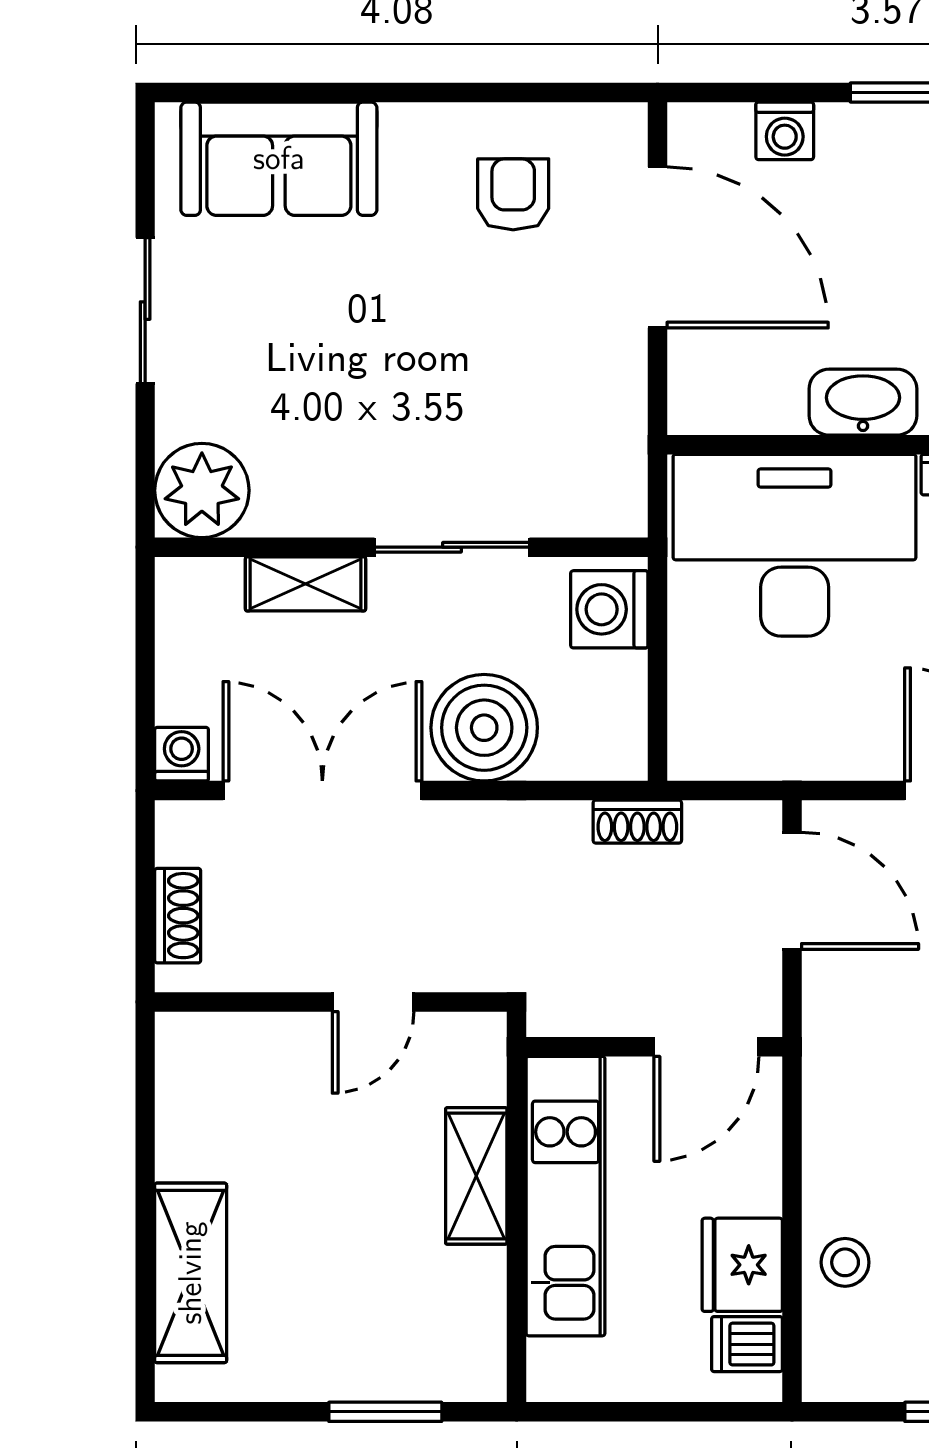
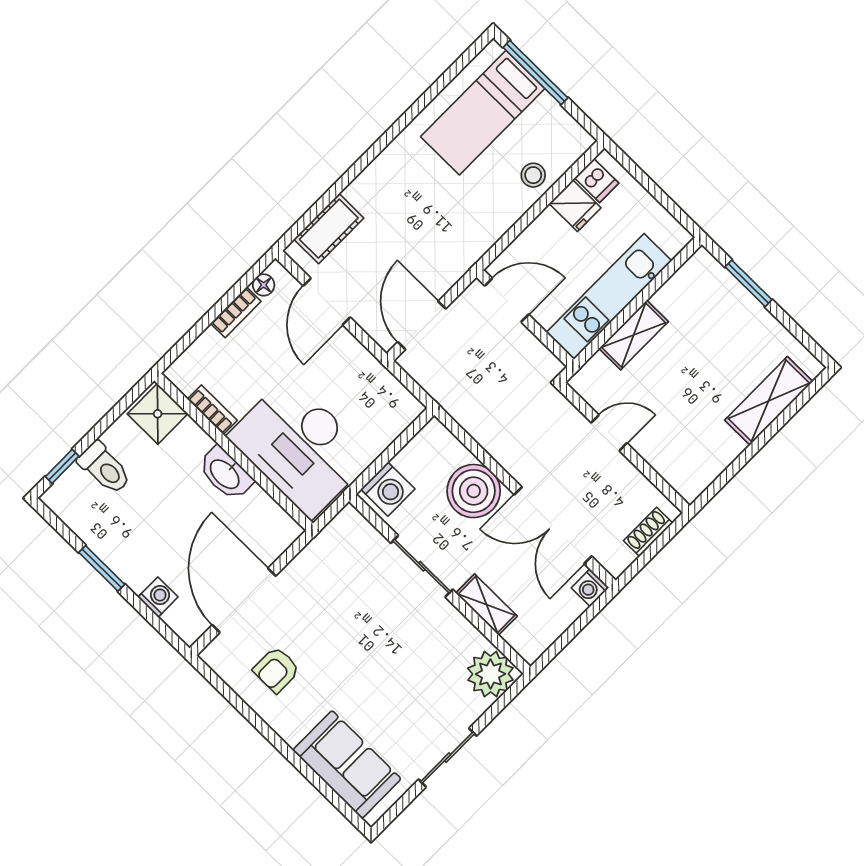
shoe rack: (637, 822) -> (452, 404), removed
fridge: (742, 1265) -> (575, 206), width x0.72

